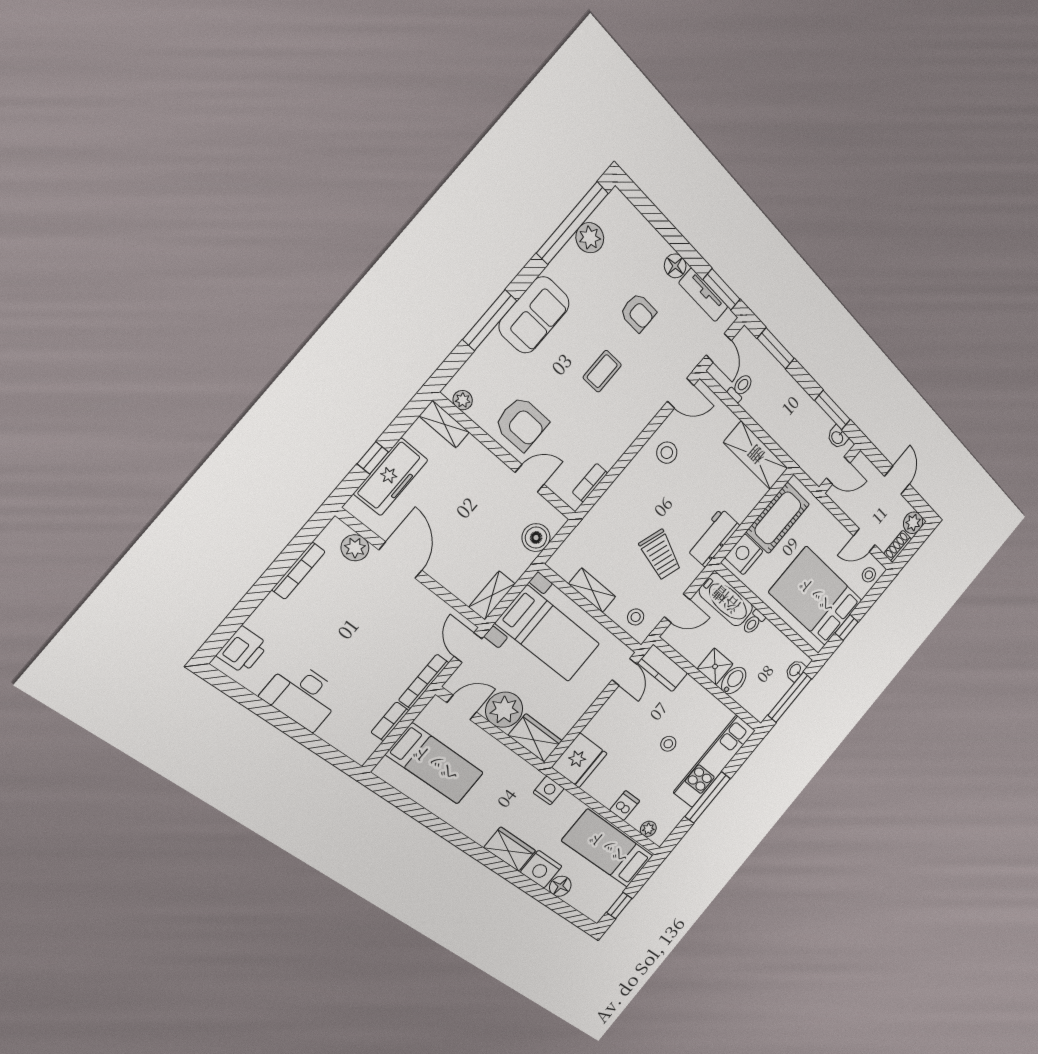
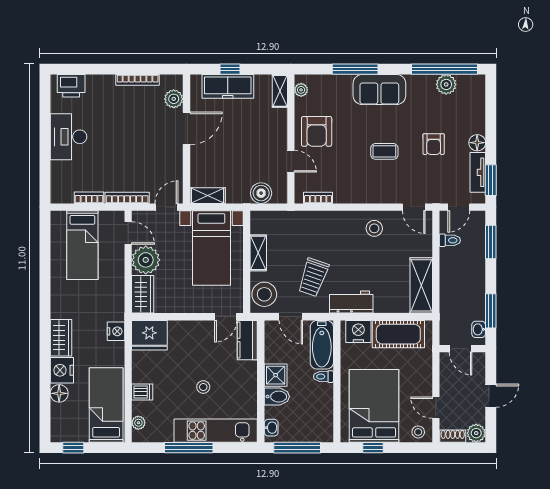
stool: (636, 617) -> (264, 294), width x1.89, depth x1.89
washbasin: (795, 670) -> (271, 428), moved, turned 90

